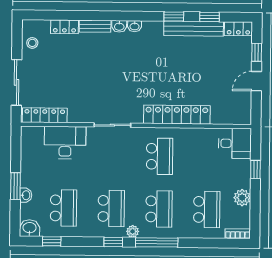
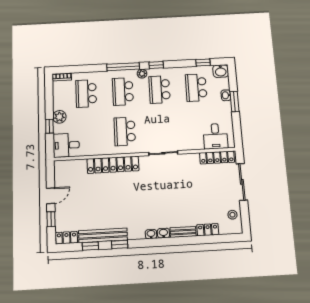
desk: (65, 143) -> (215, 136), moved, width x0.73
plant: (242, 198) -> (59, 117), moved

